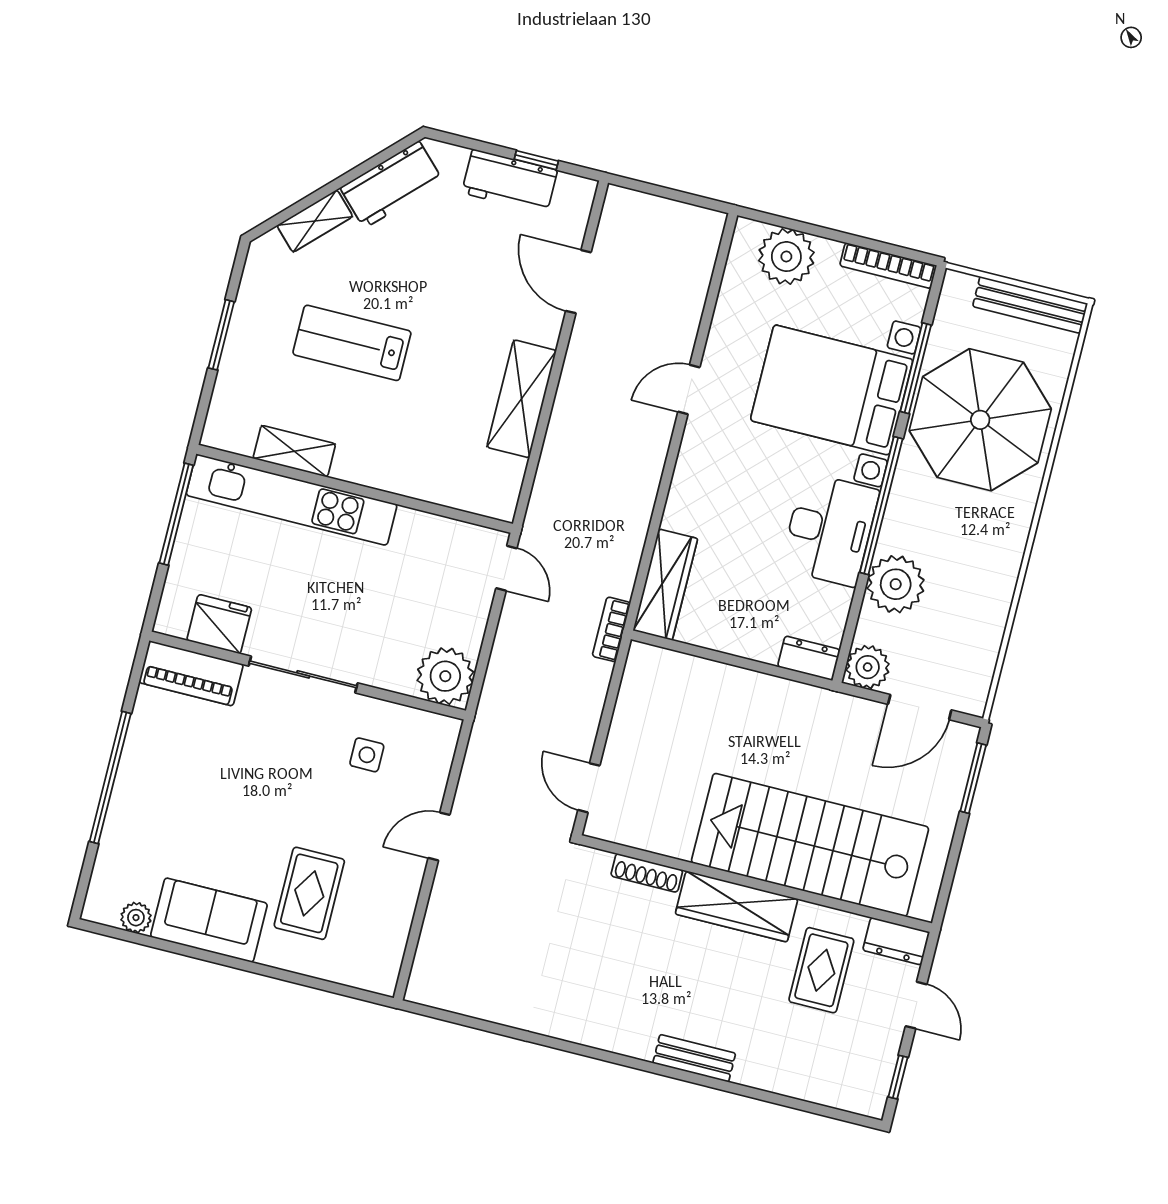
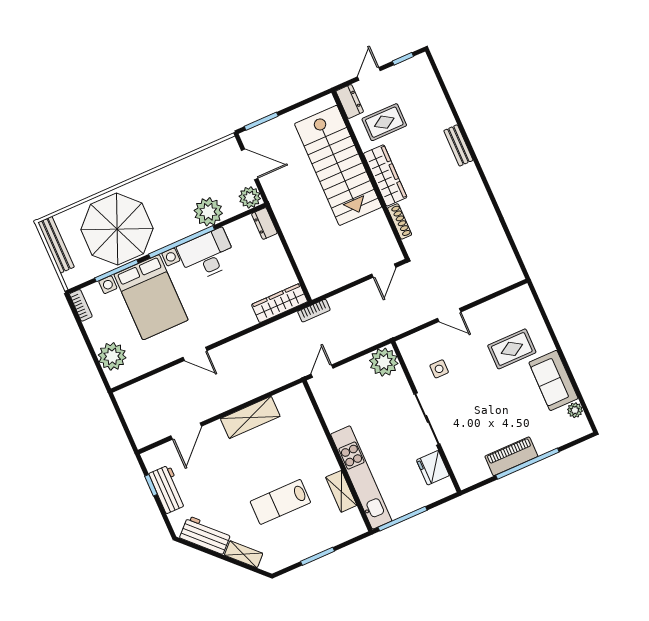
bookcase: (888, 266) -> (81, 305), width x0.64
lab bench: (352, 343) -> (280, 502), turned 90
piano: (191, 673) -> (511, 456), moved, turned -90

